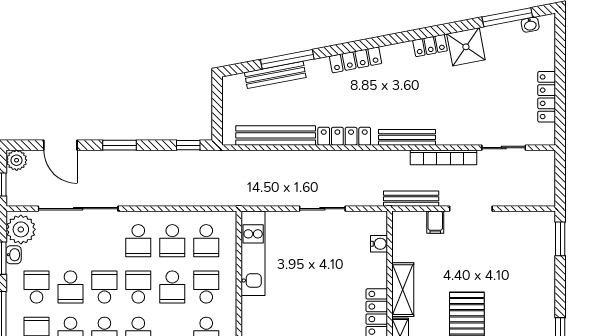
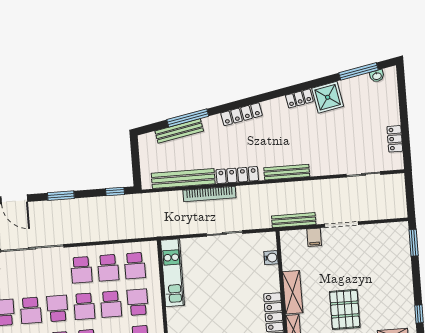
locker: (547, 97) -> (395, 139), width x0.66
bookcase: (443, 157) -> (209, 194), moved
school desk: (138, 287) -> (84, 306), turned 180

